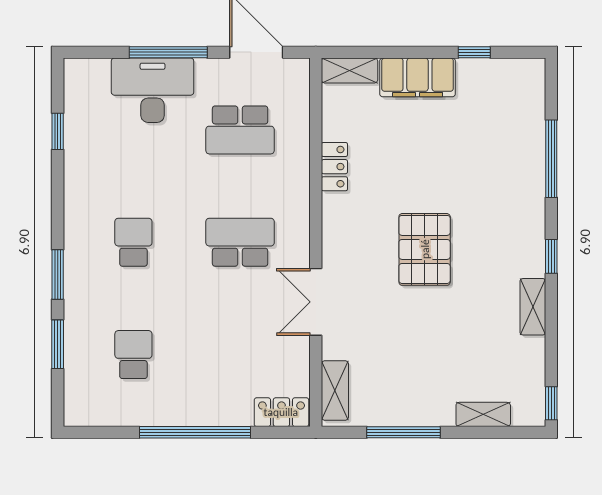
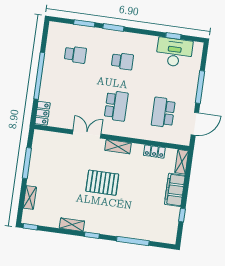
desk: (153, 90) -> (174, 52), moved, turned -90
locker: (334, 167) -> (154, 152), moved
shelving: (335, 390) -> (118, 147), moved

